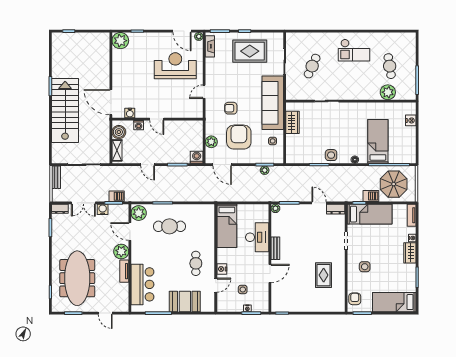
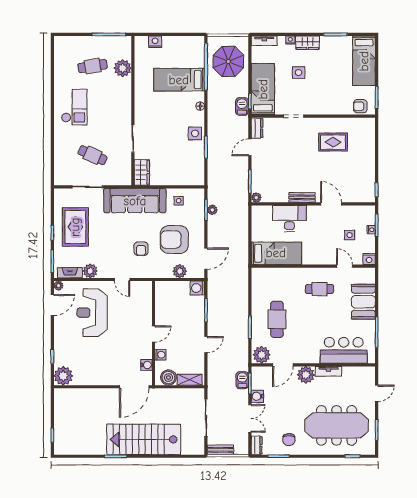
plant: (212, 64) -> (90, 271), added
wardrobe: (292, 122) -> (142, 172), moved, turned 90
barbecue: (371, 196) -> (242, 106), moved
chair: (65, 237) -> (289, 440), added
side table: (365, 267) -> (299, 73), moved
nightstand: (222, 269) -> (369, 259), moved

